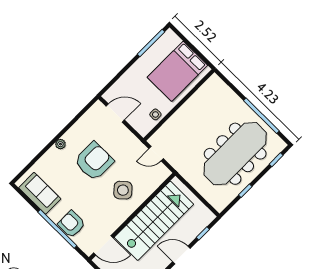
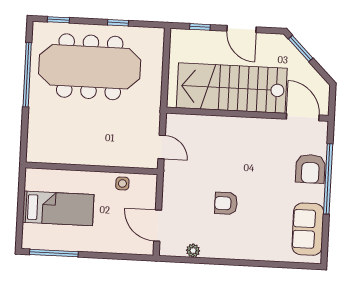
bed: (177, 71) -> (58, 208), width x0.67
plant: (60, 144) -> (193, 251), moved
armchair: (94, 161) -> (226, 203), width x0.53, depth x0.53
side table: (123, 190) -> (229, 148), removed

